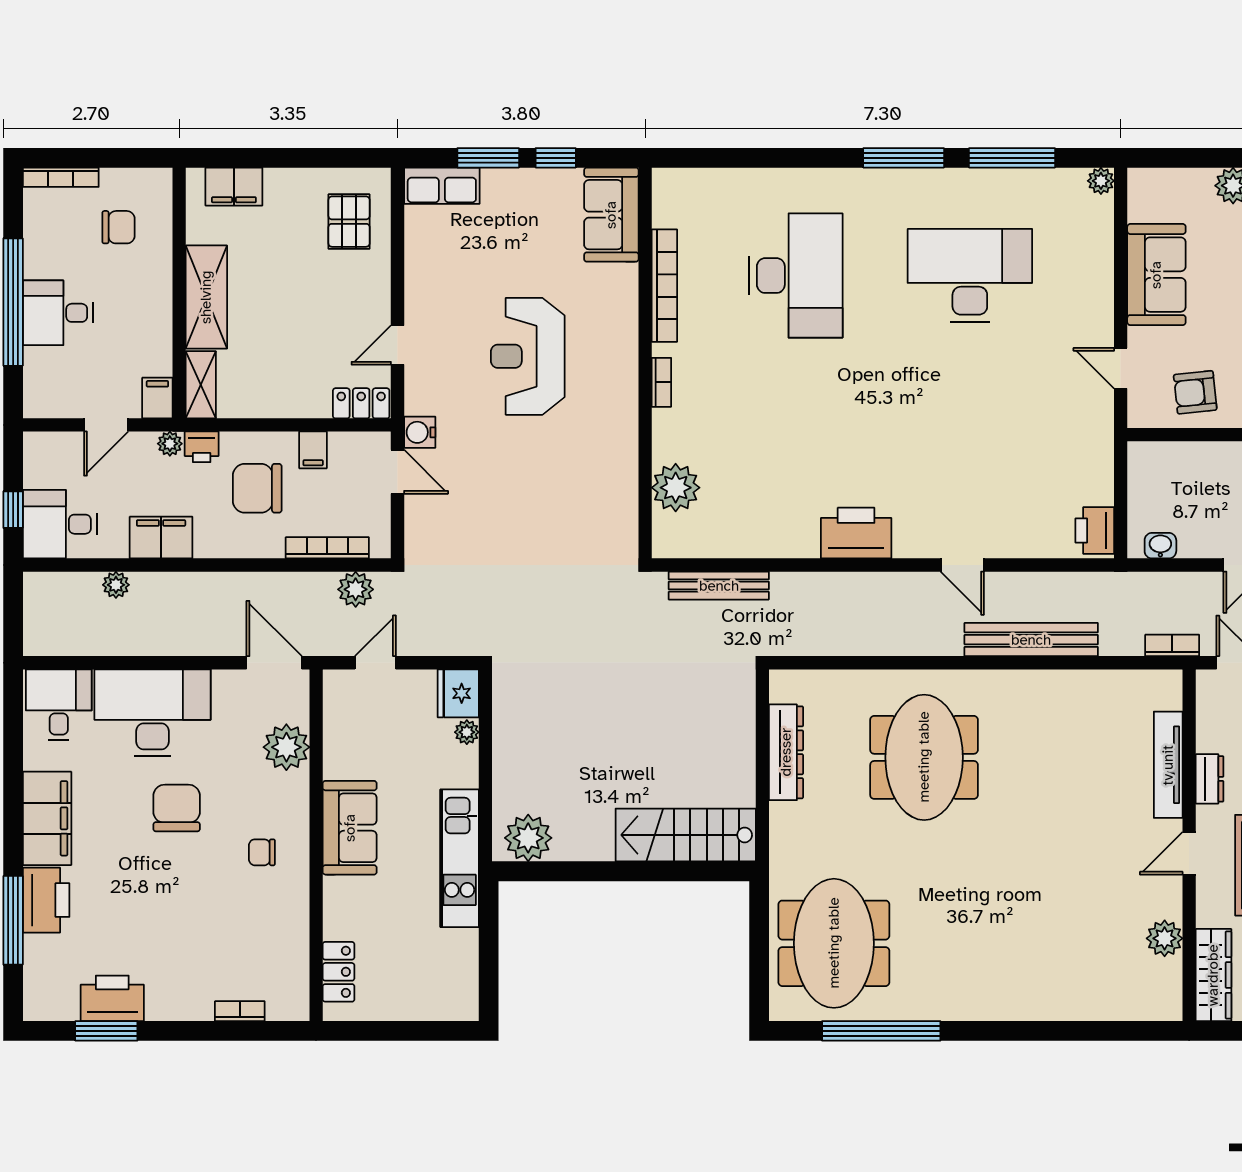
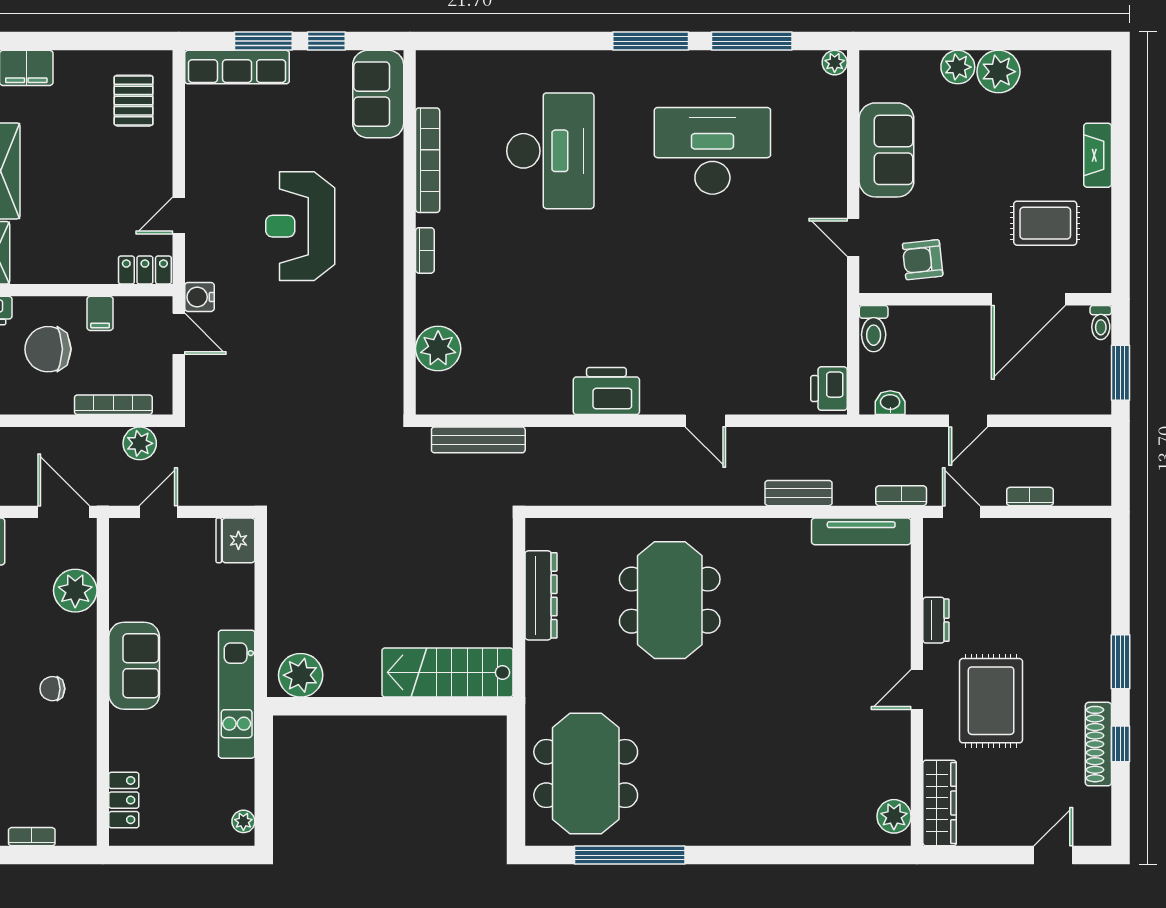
row of seats: (442, 186) -> (237, 67), width x1.48
toilet: (1143, 466) -> (874, 329), added
bench: (1031, 640) -> (799, 493), width x0.54, depth x0.82
plant: (467, 732) -> (243, 821), moved
tv unit: (1168, 765) -> (861, 531), moved, turned -90
plant: (1165, 938) -> (894, 816), moved

